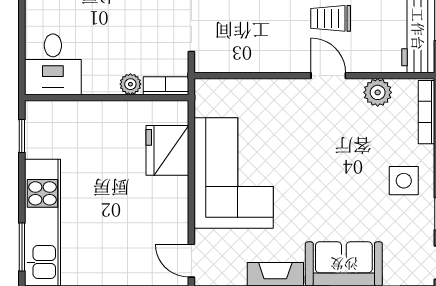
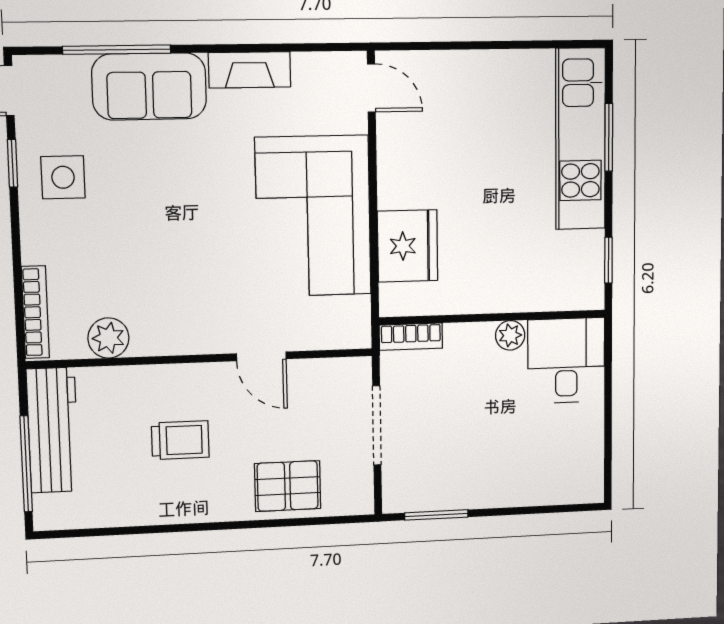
door: (328, 76) -> (261, 356), moved
plant: (130, 84) -> (510, 335), moved
side table: (404, 181) -> (63, 177), moved
window: (22, 247) -> (609, 137), moved

